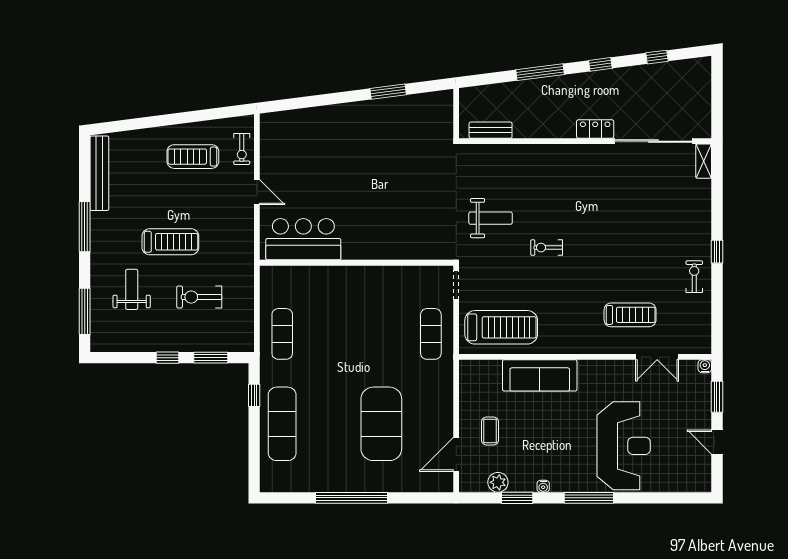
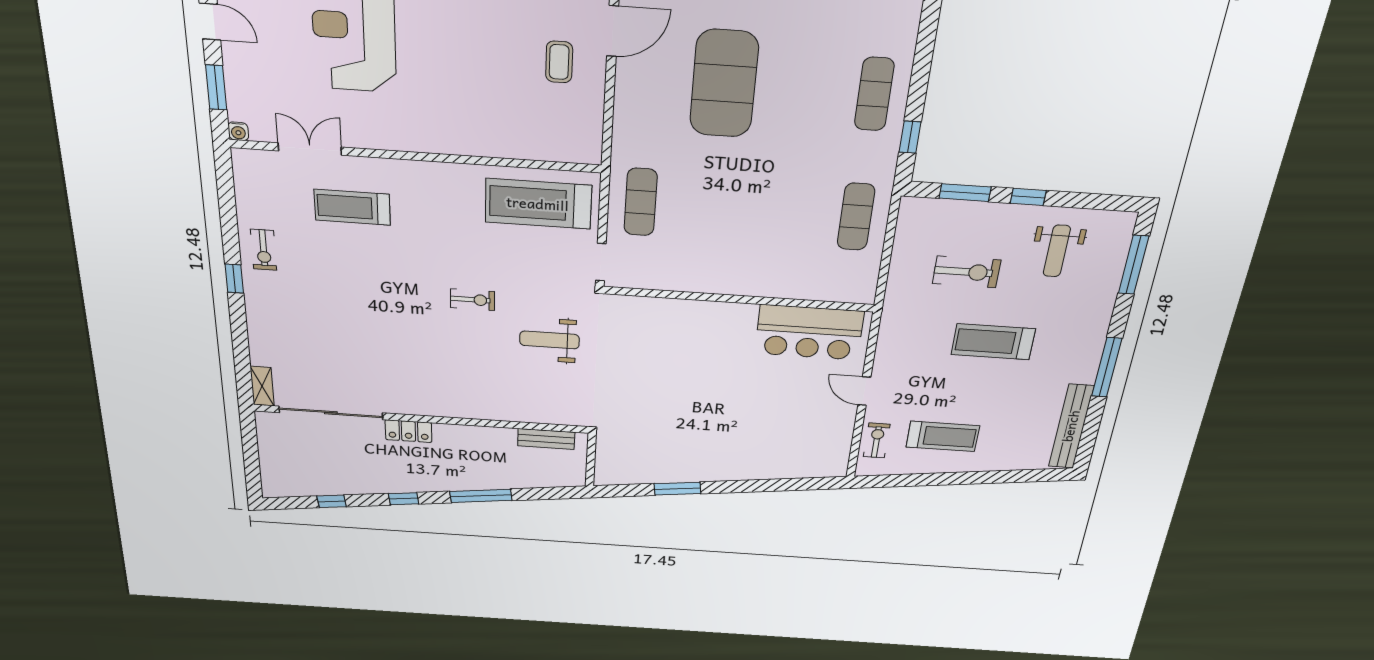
weight bench: (132, 289) -> (1057, 251), moved
sofa: (540, 375) -> (483, 136), removed
exercise mat: (282, 424) -> (874, 94), width x0.73, depth x0.69

